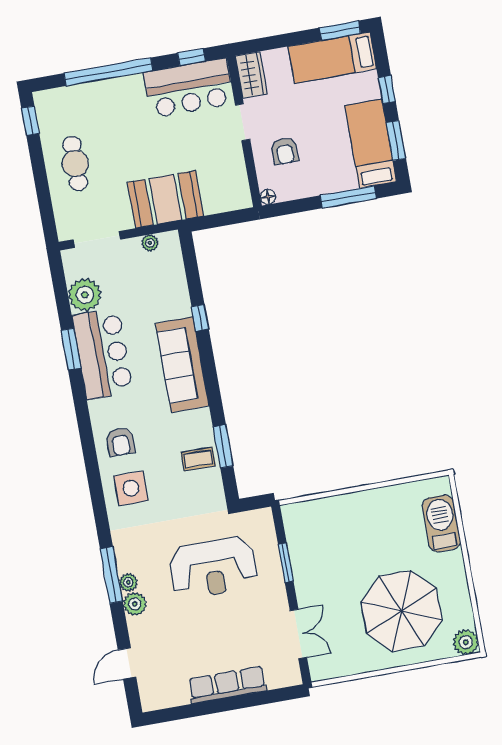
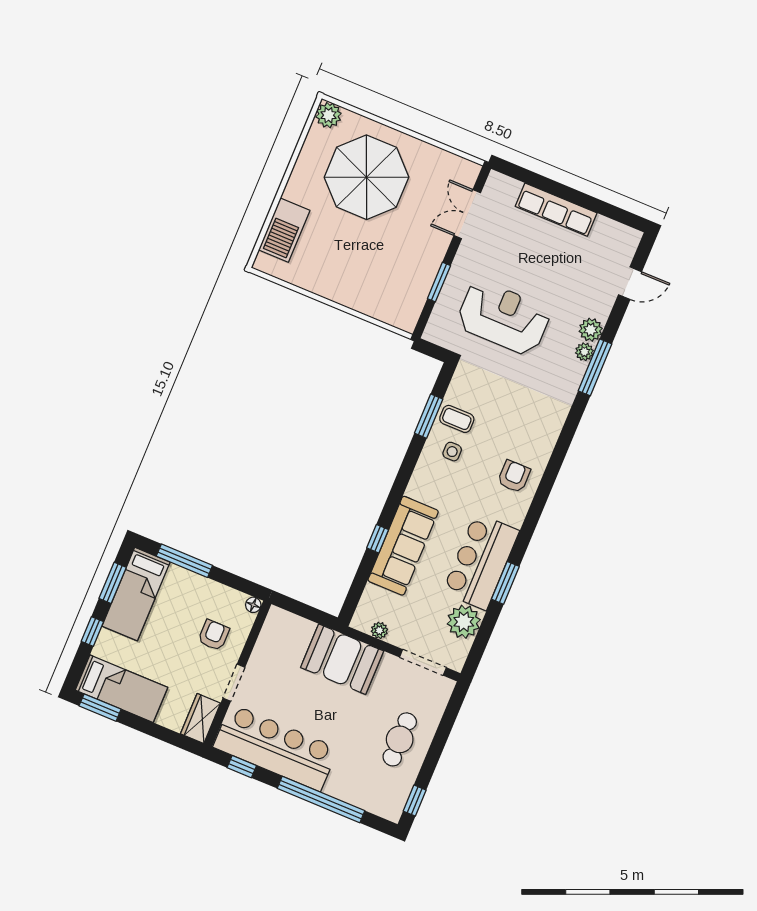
bar counter: (189, 88) -> (276, 748), width x1.36
sofa: (182, 365) -> (403, 546), moved
side table: (131, 488) -> (452, 452), moved, width x0.54, depth x0.54

